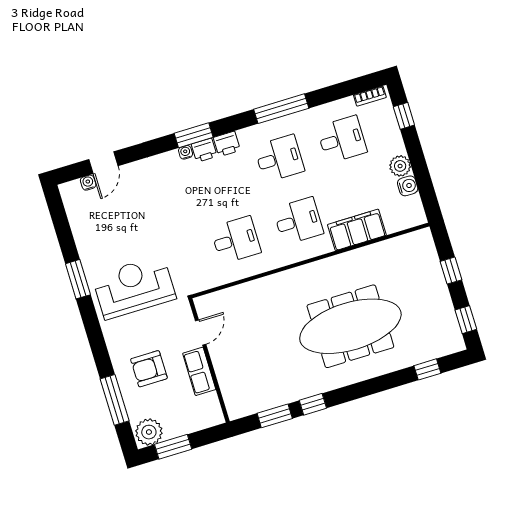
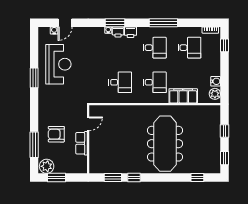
plant: (400, 166) -> (215, 94), moved
reception desk: (134, 287) -> (58, 64), moved, turned 90
meeting table: (350, 326) -> (165, 144), turned 90

